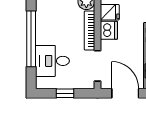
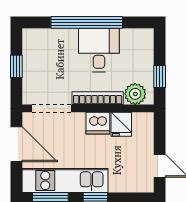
desk: (52, 61) -> (99, 50), moved
door: (125, 93) -> (16, 144), hinge flipped

